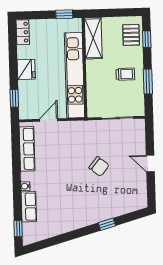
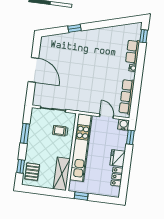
locker: (23, 32) -> (117, 177), moved
trolley: (125, 74) -> (60, 131), moved
water cooler: (25, 113) -> (124, 125), added
door: (49, 120) -> (106, 116), swing flipped
door: (150, 163) -> (33, 70), width x1.88
chair: (99, 166) -> (73, 74), removed

